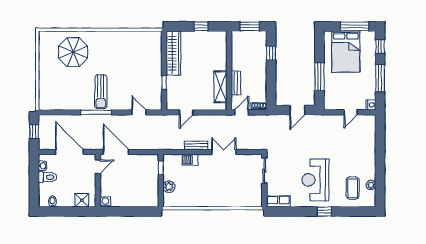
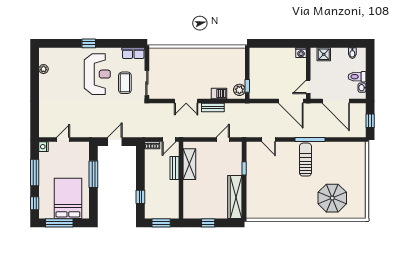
plant: (169, 187) -> (239, 90), moved
coffee table: (353, 188) -> (125, 83), moved

